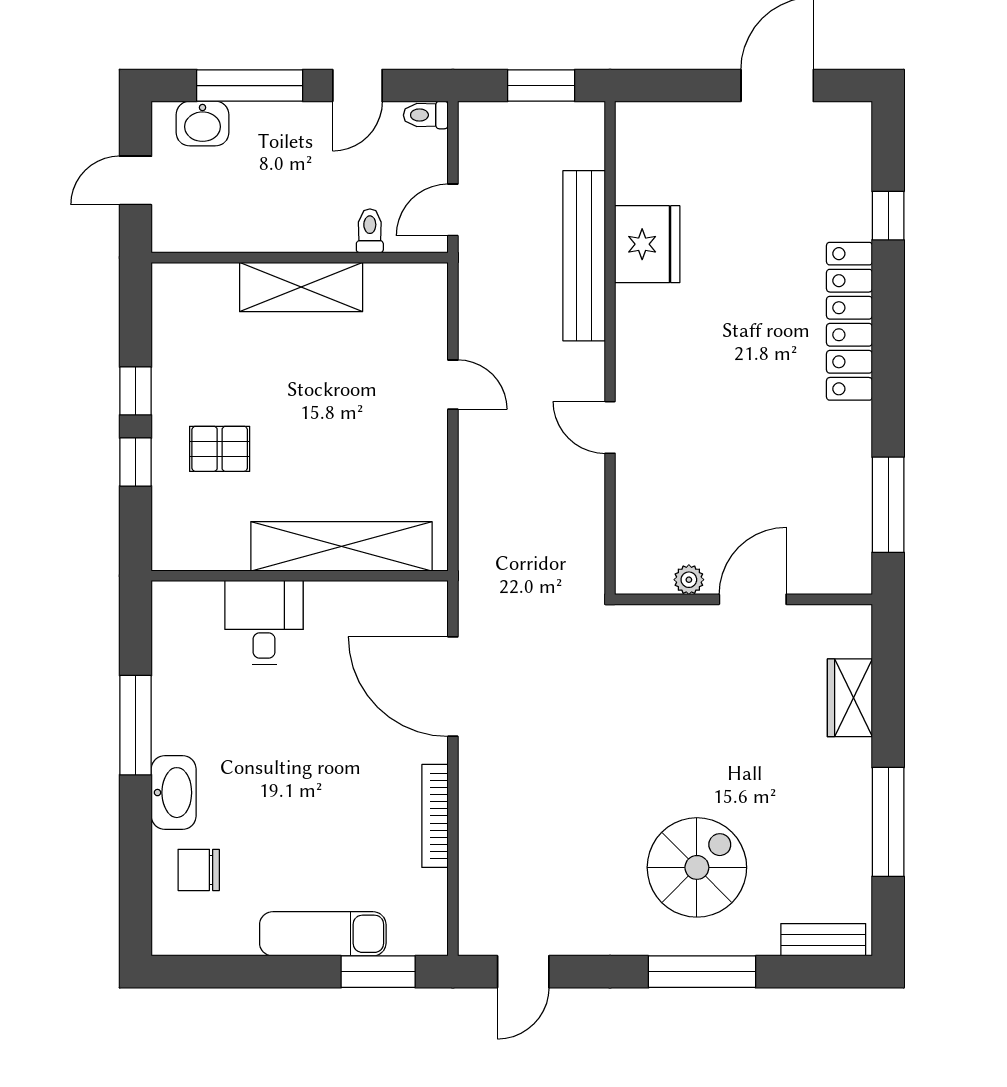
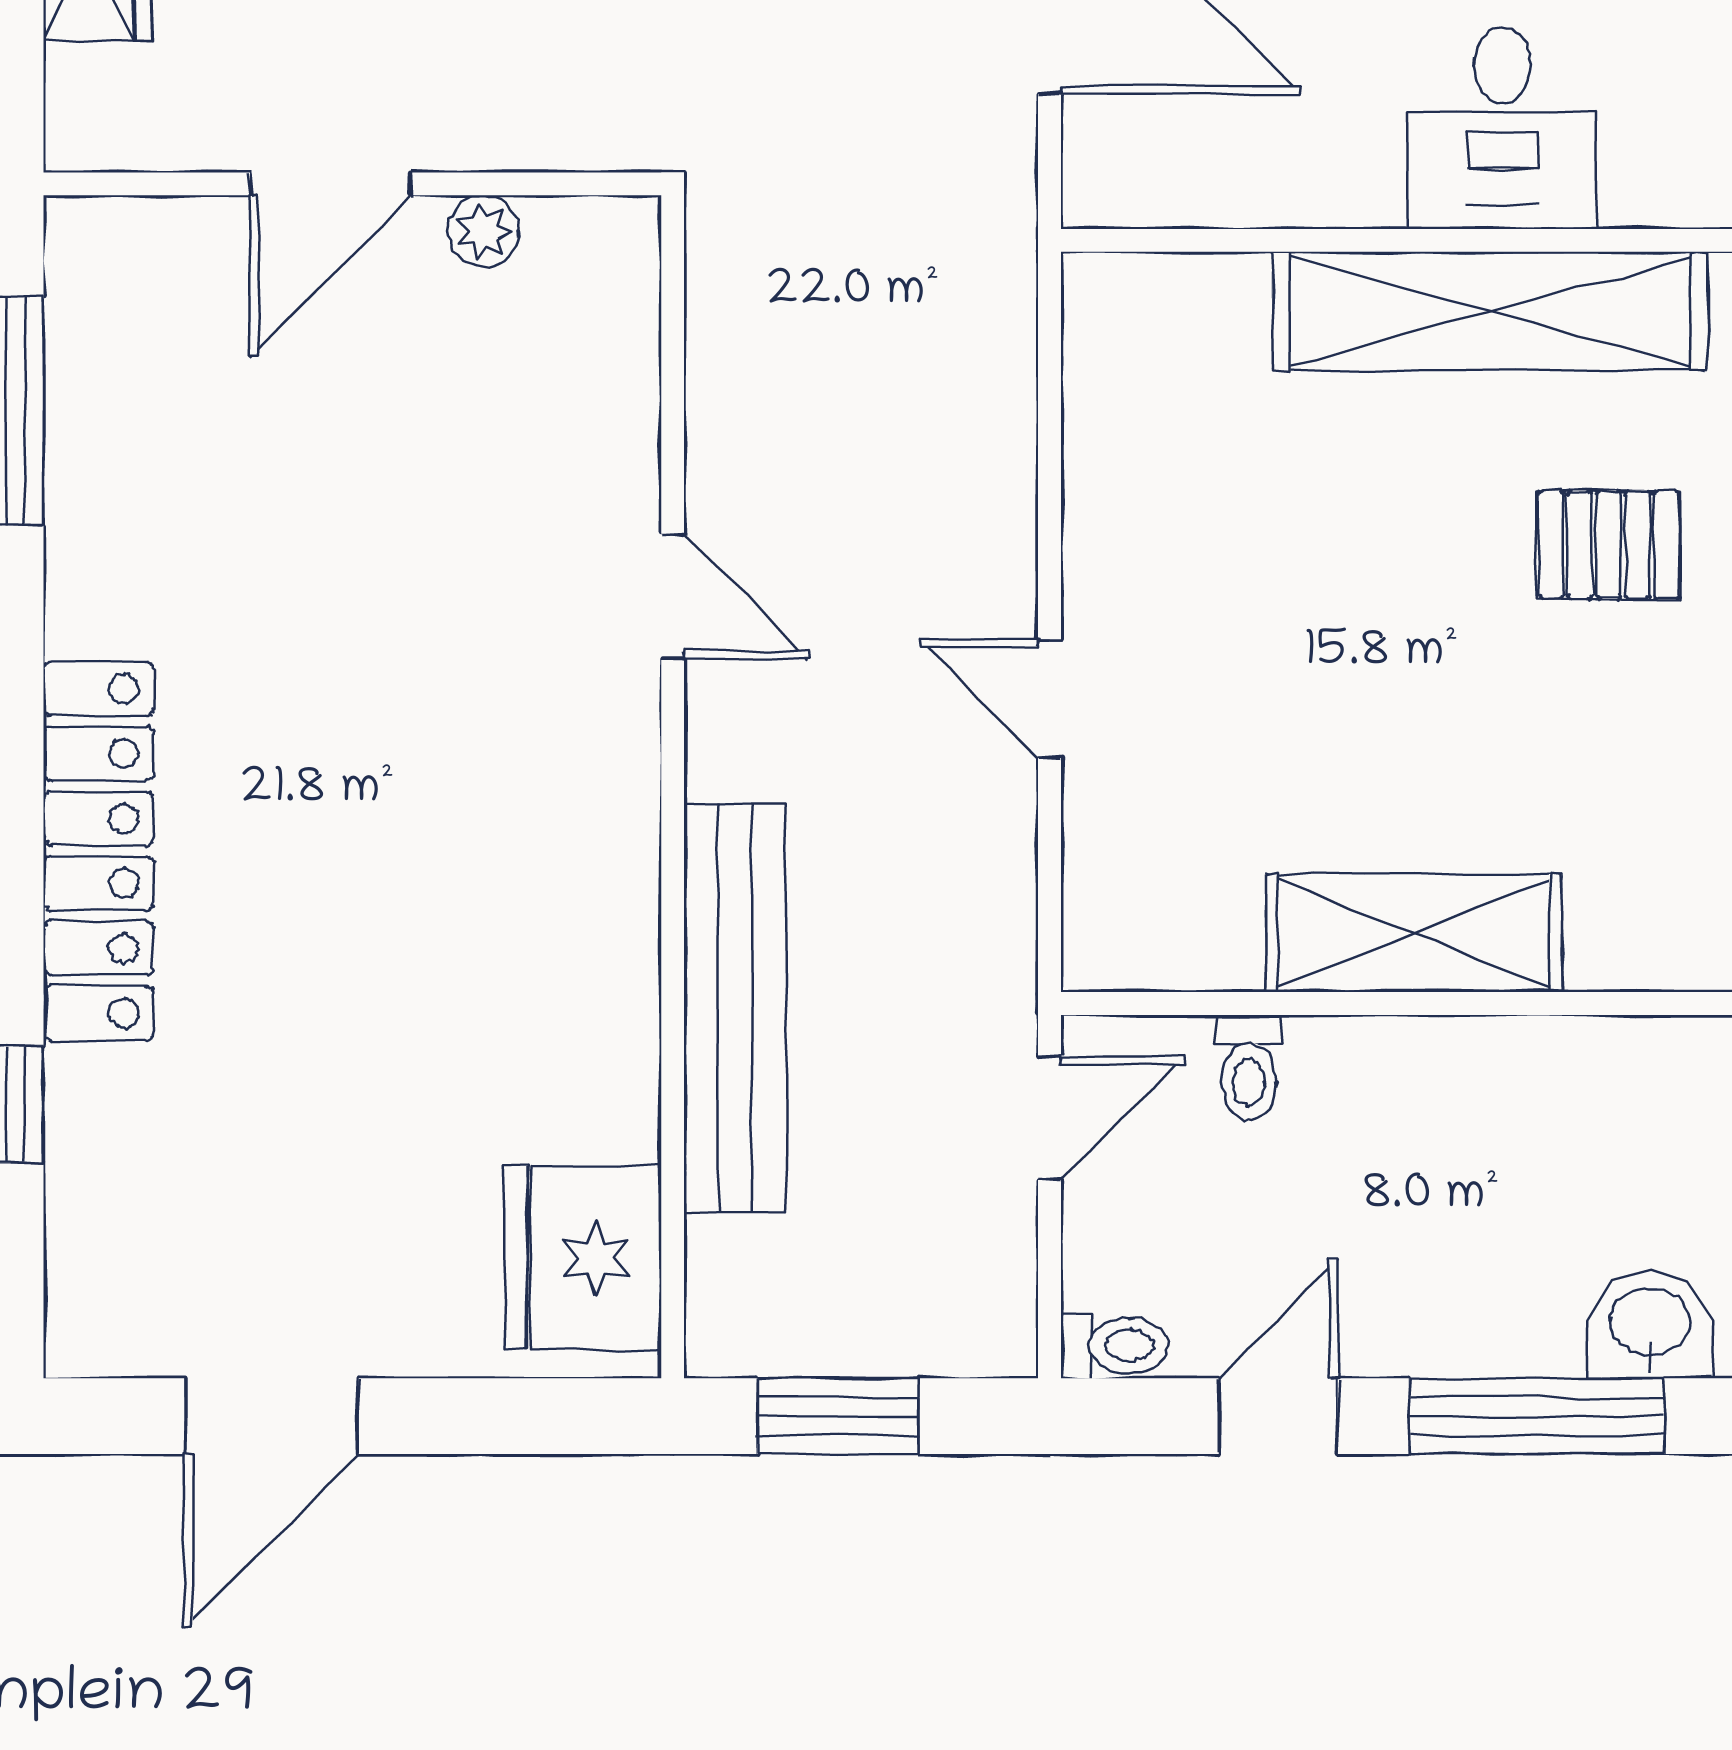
fridge: (647, 244) -> (583, 1258), moved
shelving: (341, 546) -> (1490, 311), moved

